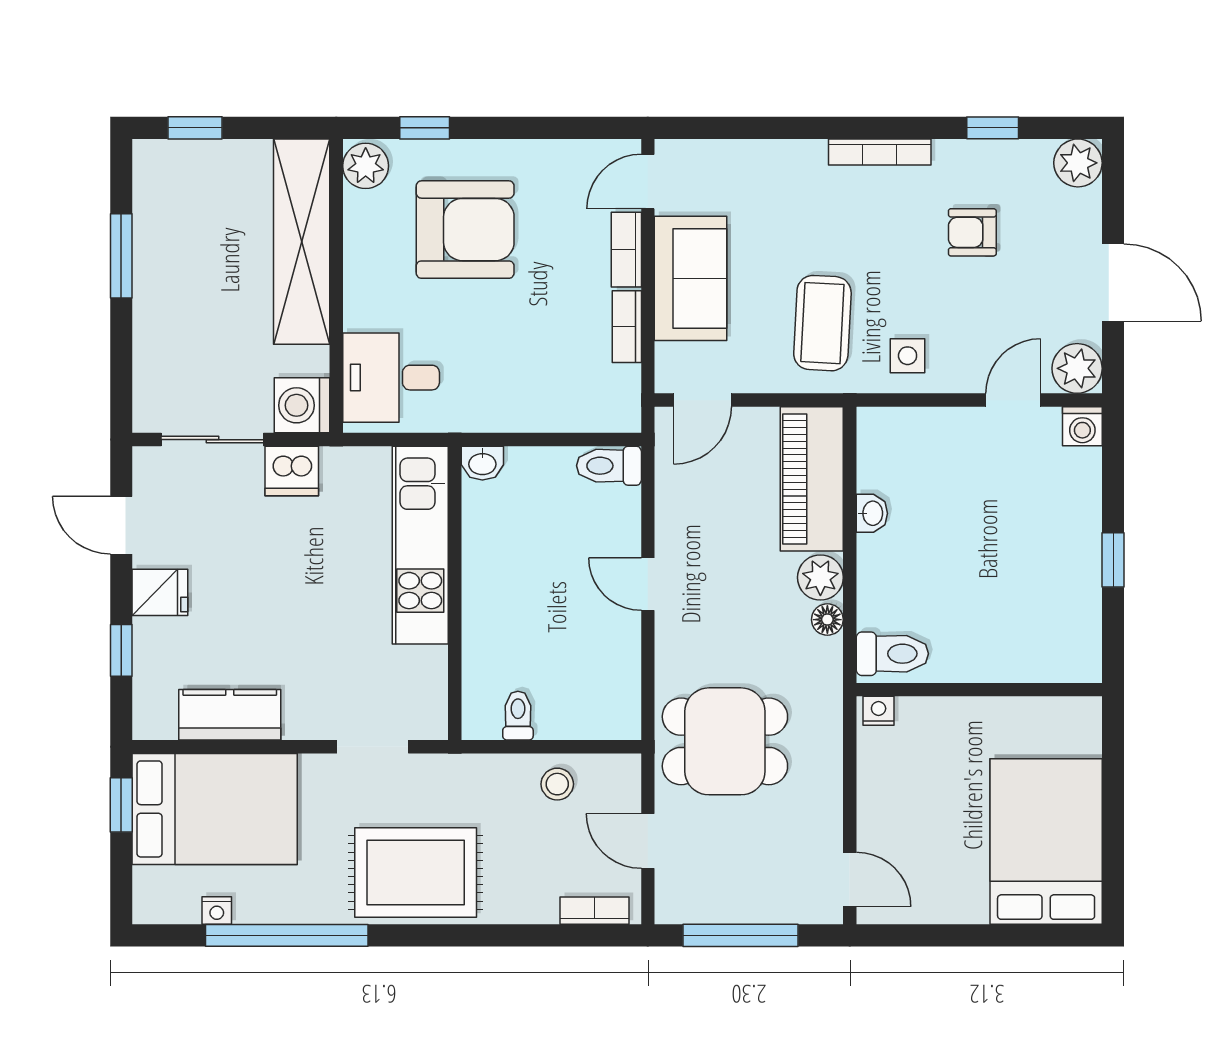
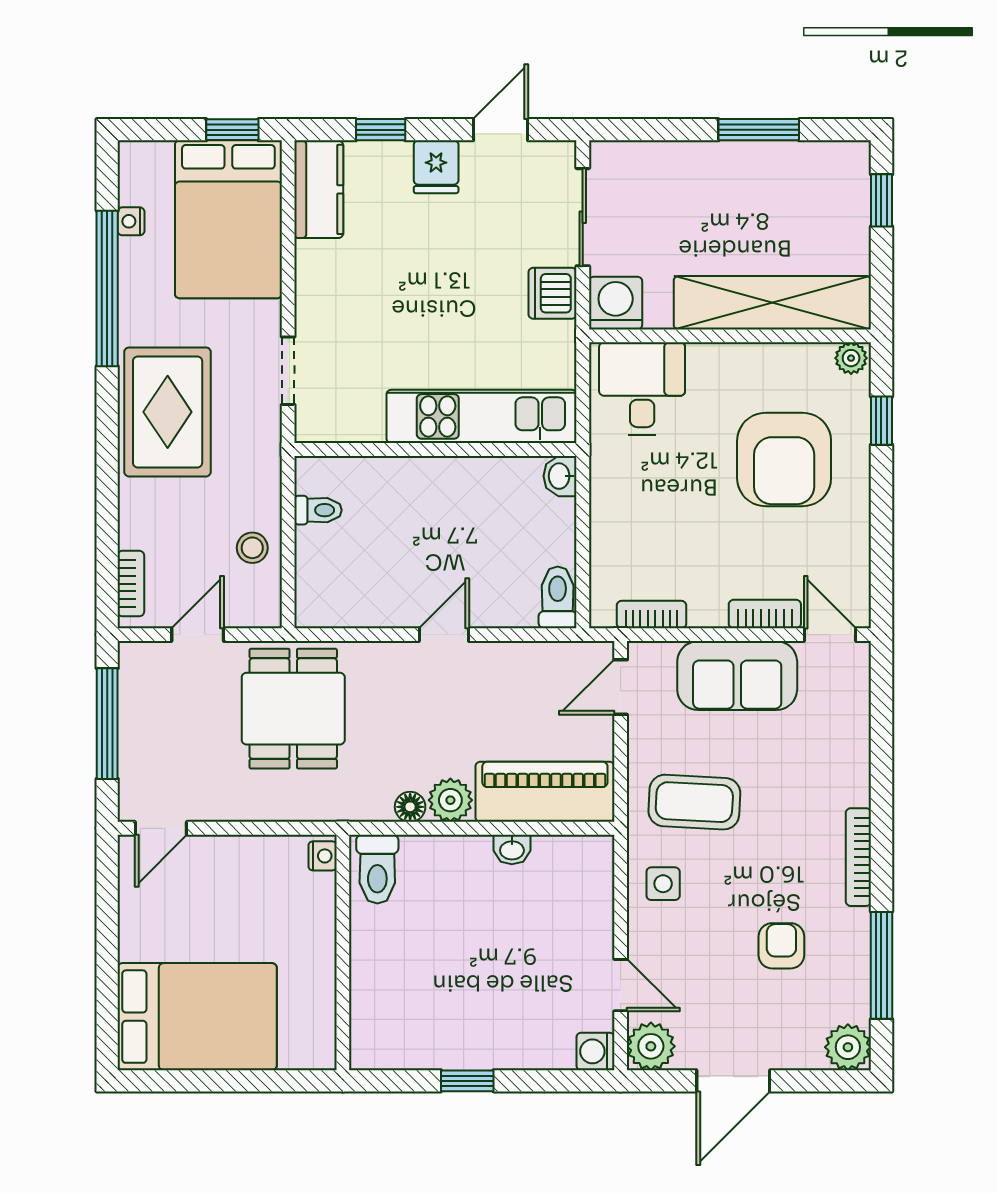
window: (993, 128) -> (881, 965), width x2.17
plant: (366, 166) -> (851, 358), width x0.73, depth x0.73
bookcase: (627, 327) -> (651, 615), moved
door: (702, 400) -> (621, 687), hinge flipped
kitchen counter: (230, 715) -> (319, 189), moved

